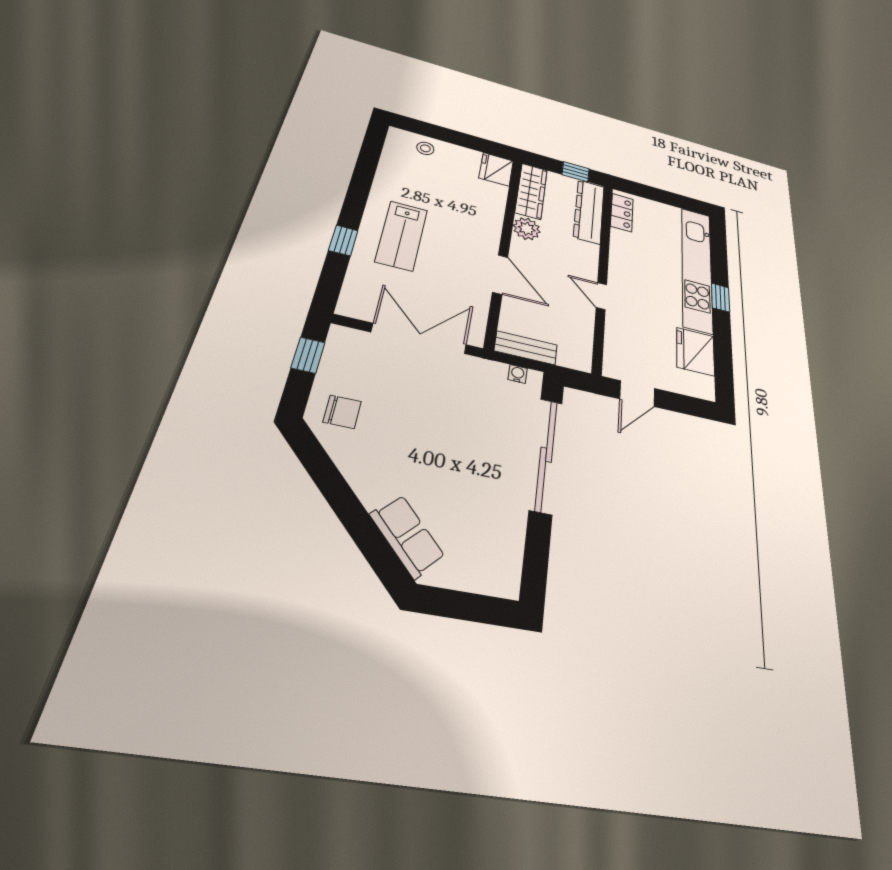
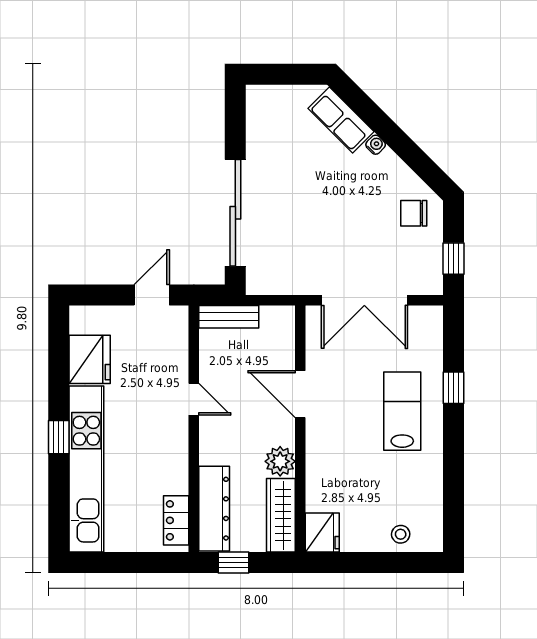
bench: (526, 348) -> (229, 317), moved
water cooler: (518, 374) -> (376, 145), moved, turned -135

